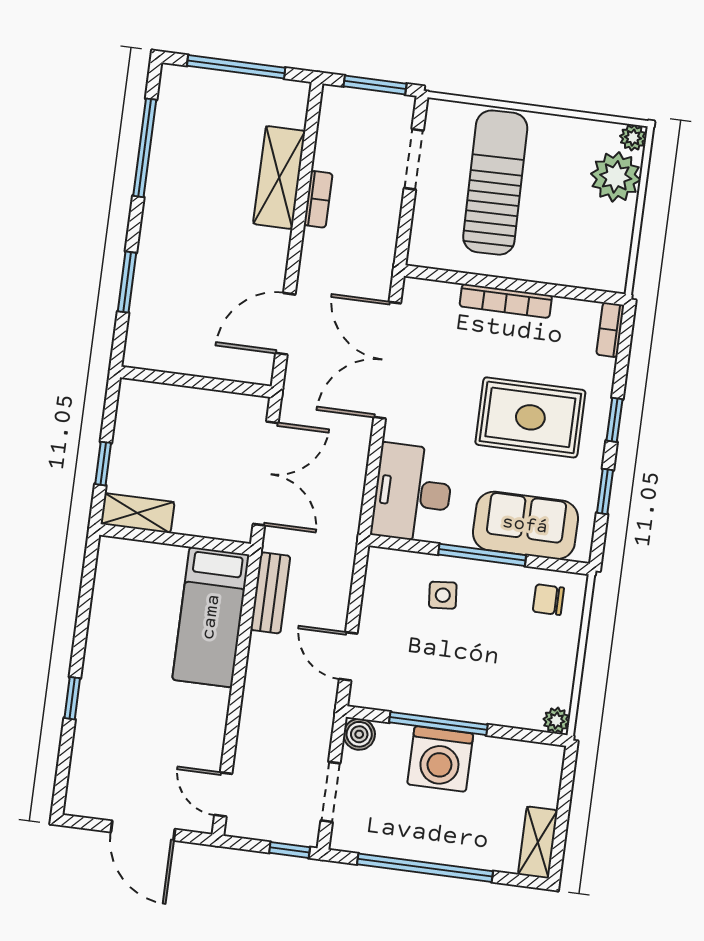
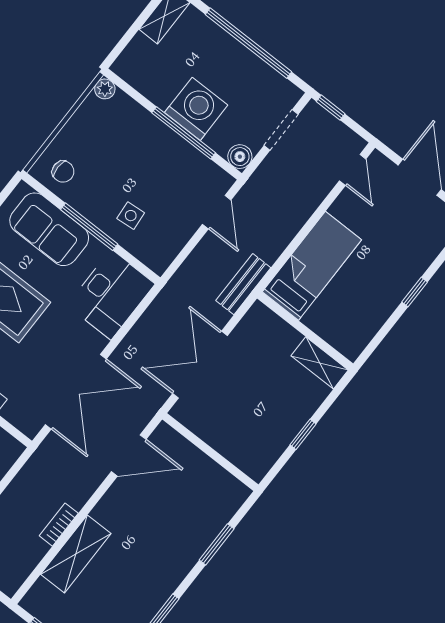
shelving: (137, 513) -> (320, 363), moved
wall: (175, 539) -> (305, 331), moved
bed: (211, 617) -> (312, 266), moved

